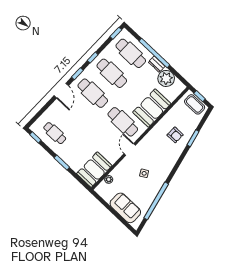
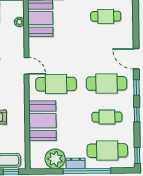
cafe table: (112, 73) -> (107, 117), width x0.73, depth x0.74

